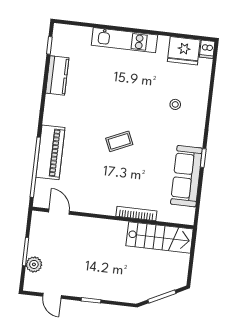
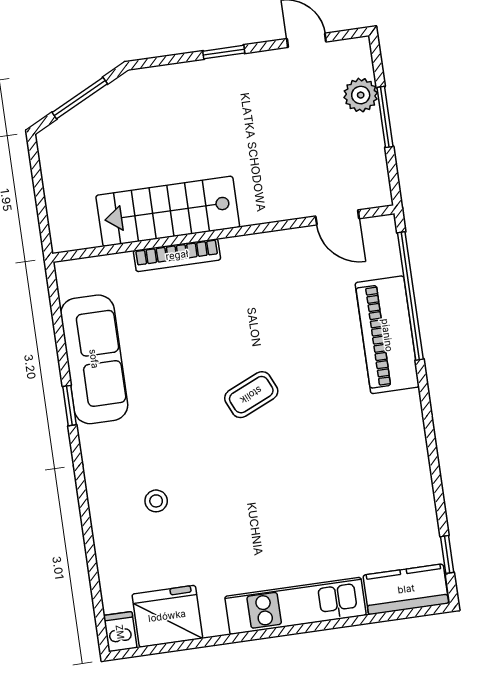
kitchen counter: (57, 75) -> (406, 589), moved, turned 90
stairs: (160, 237) -> (168, 211), moved

